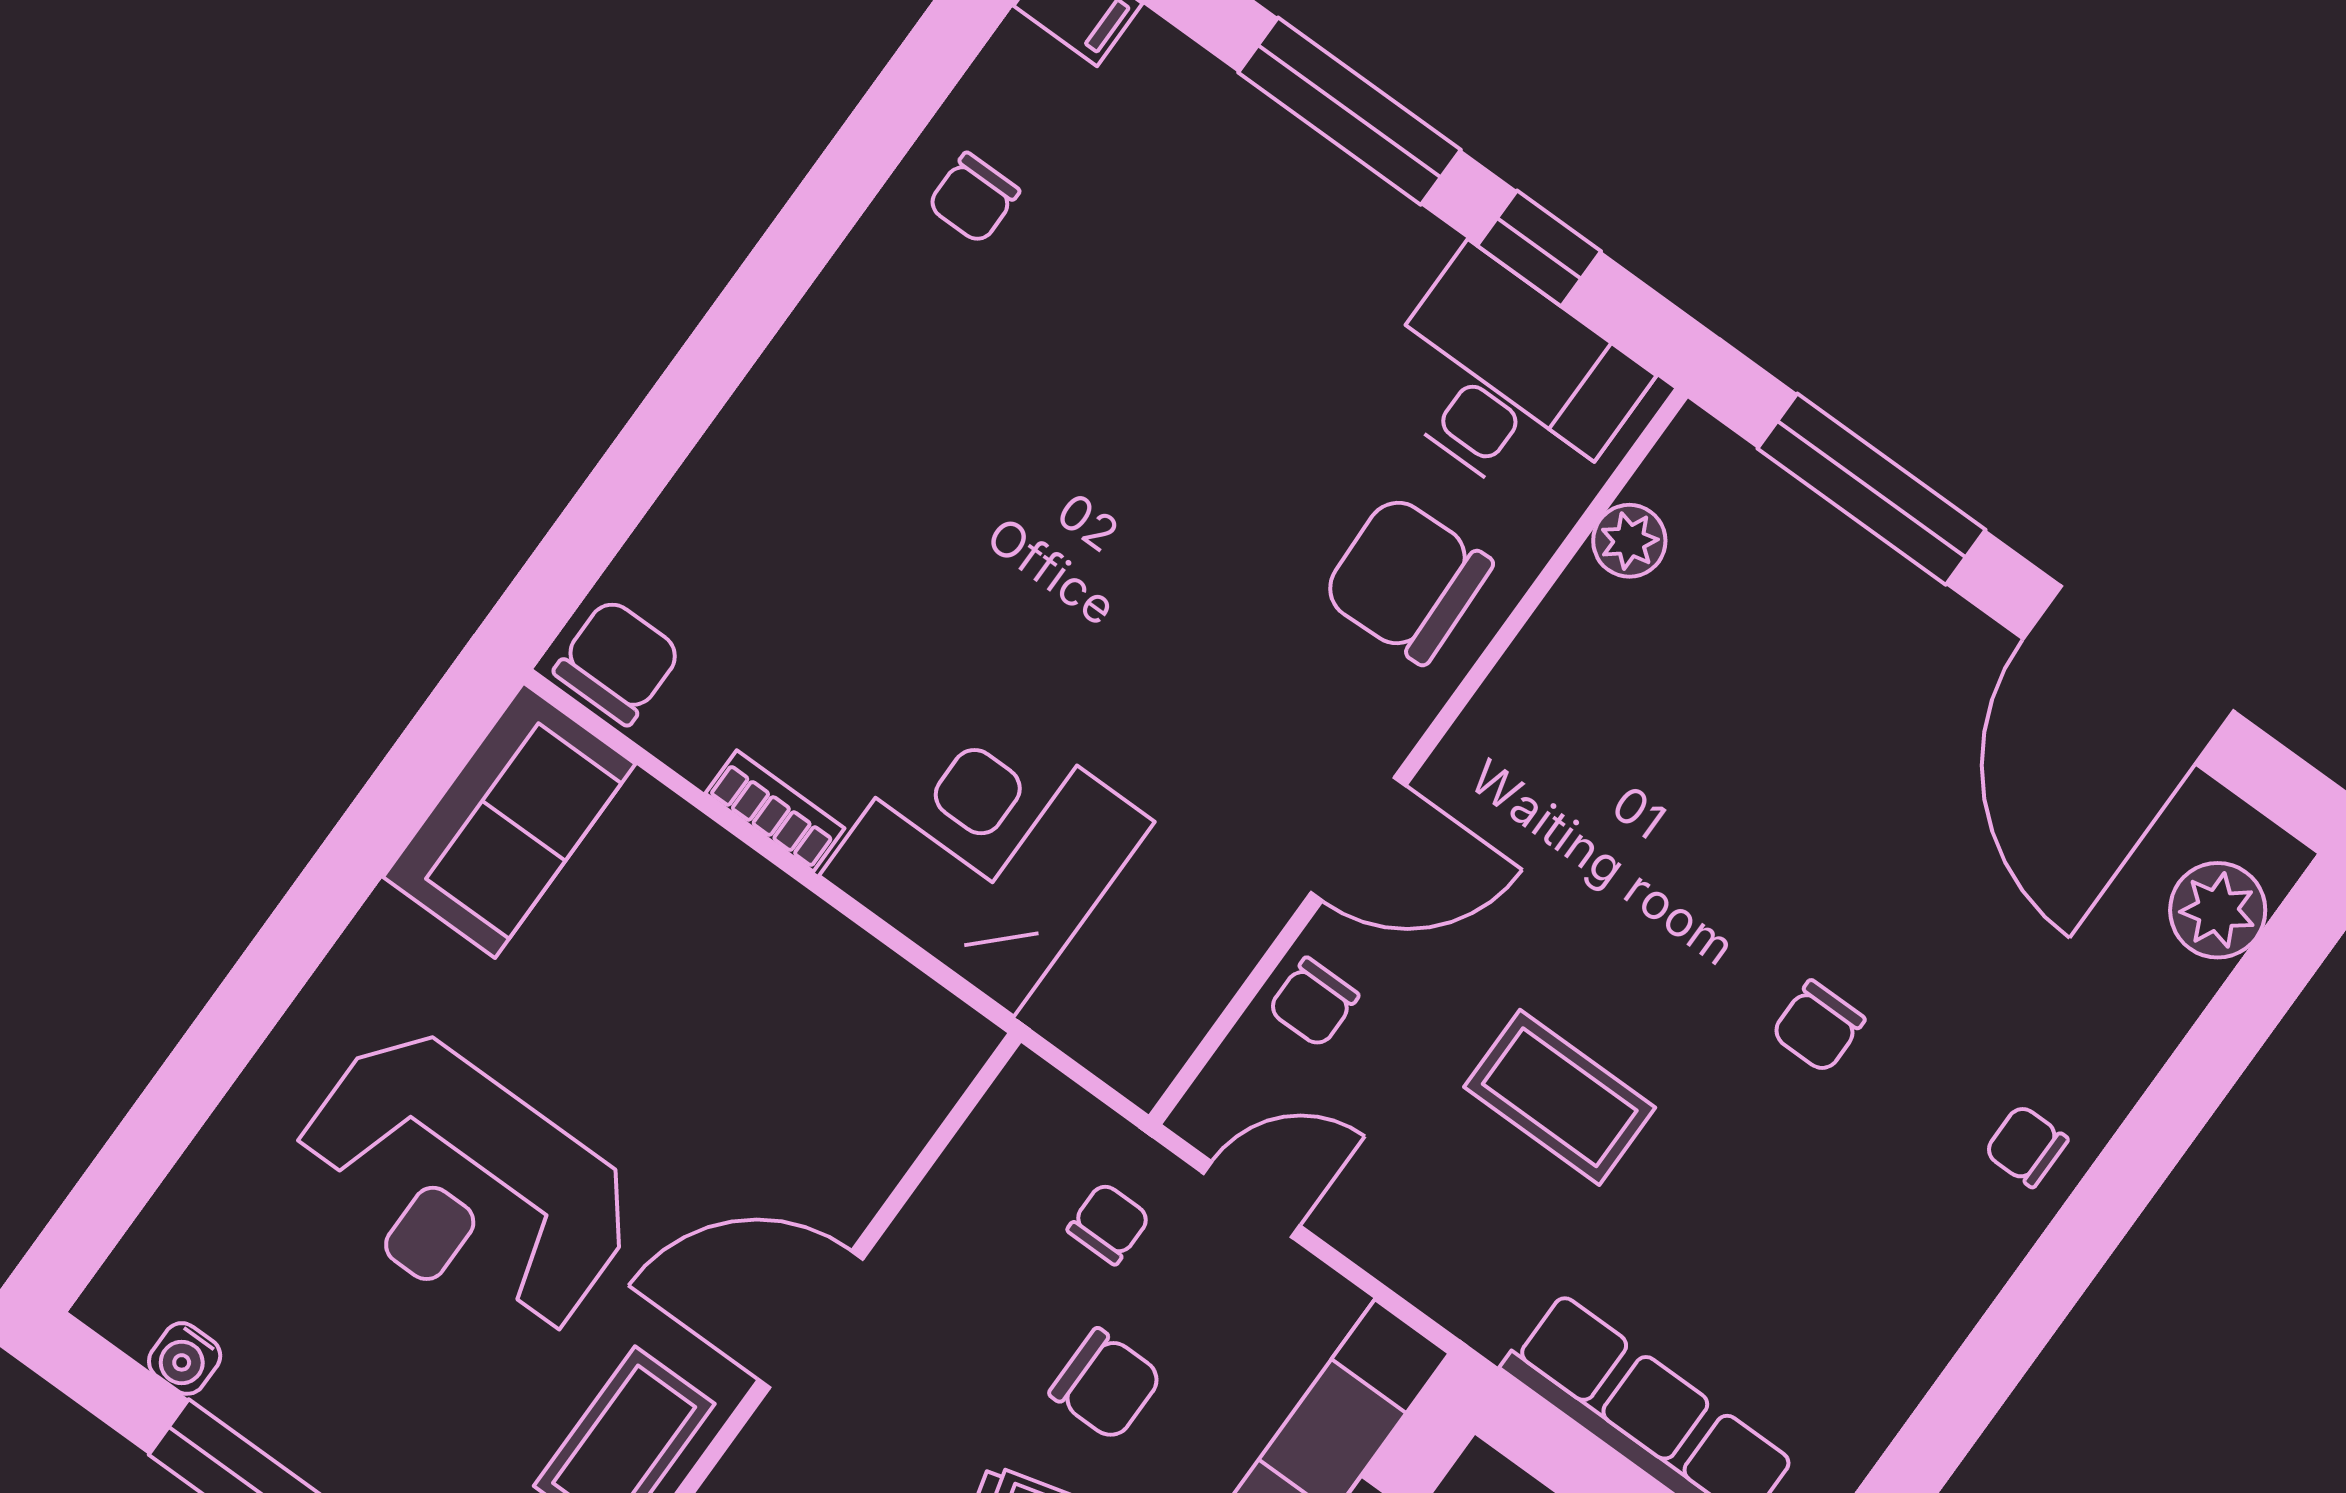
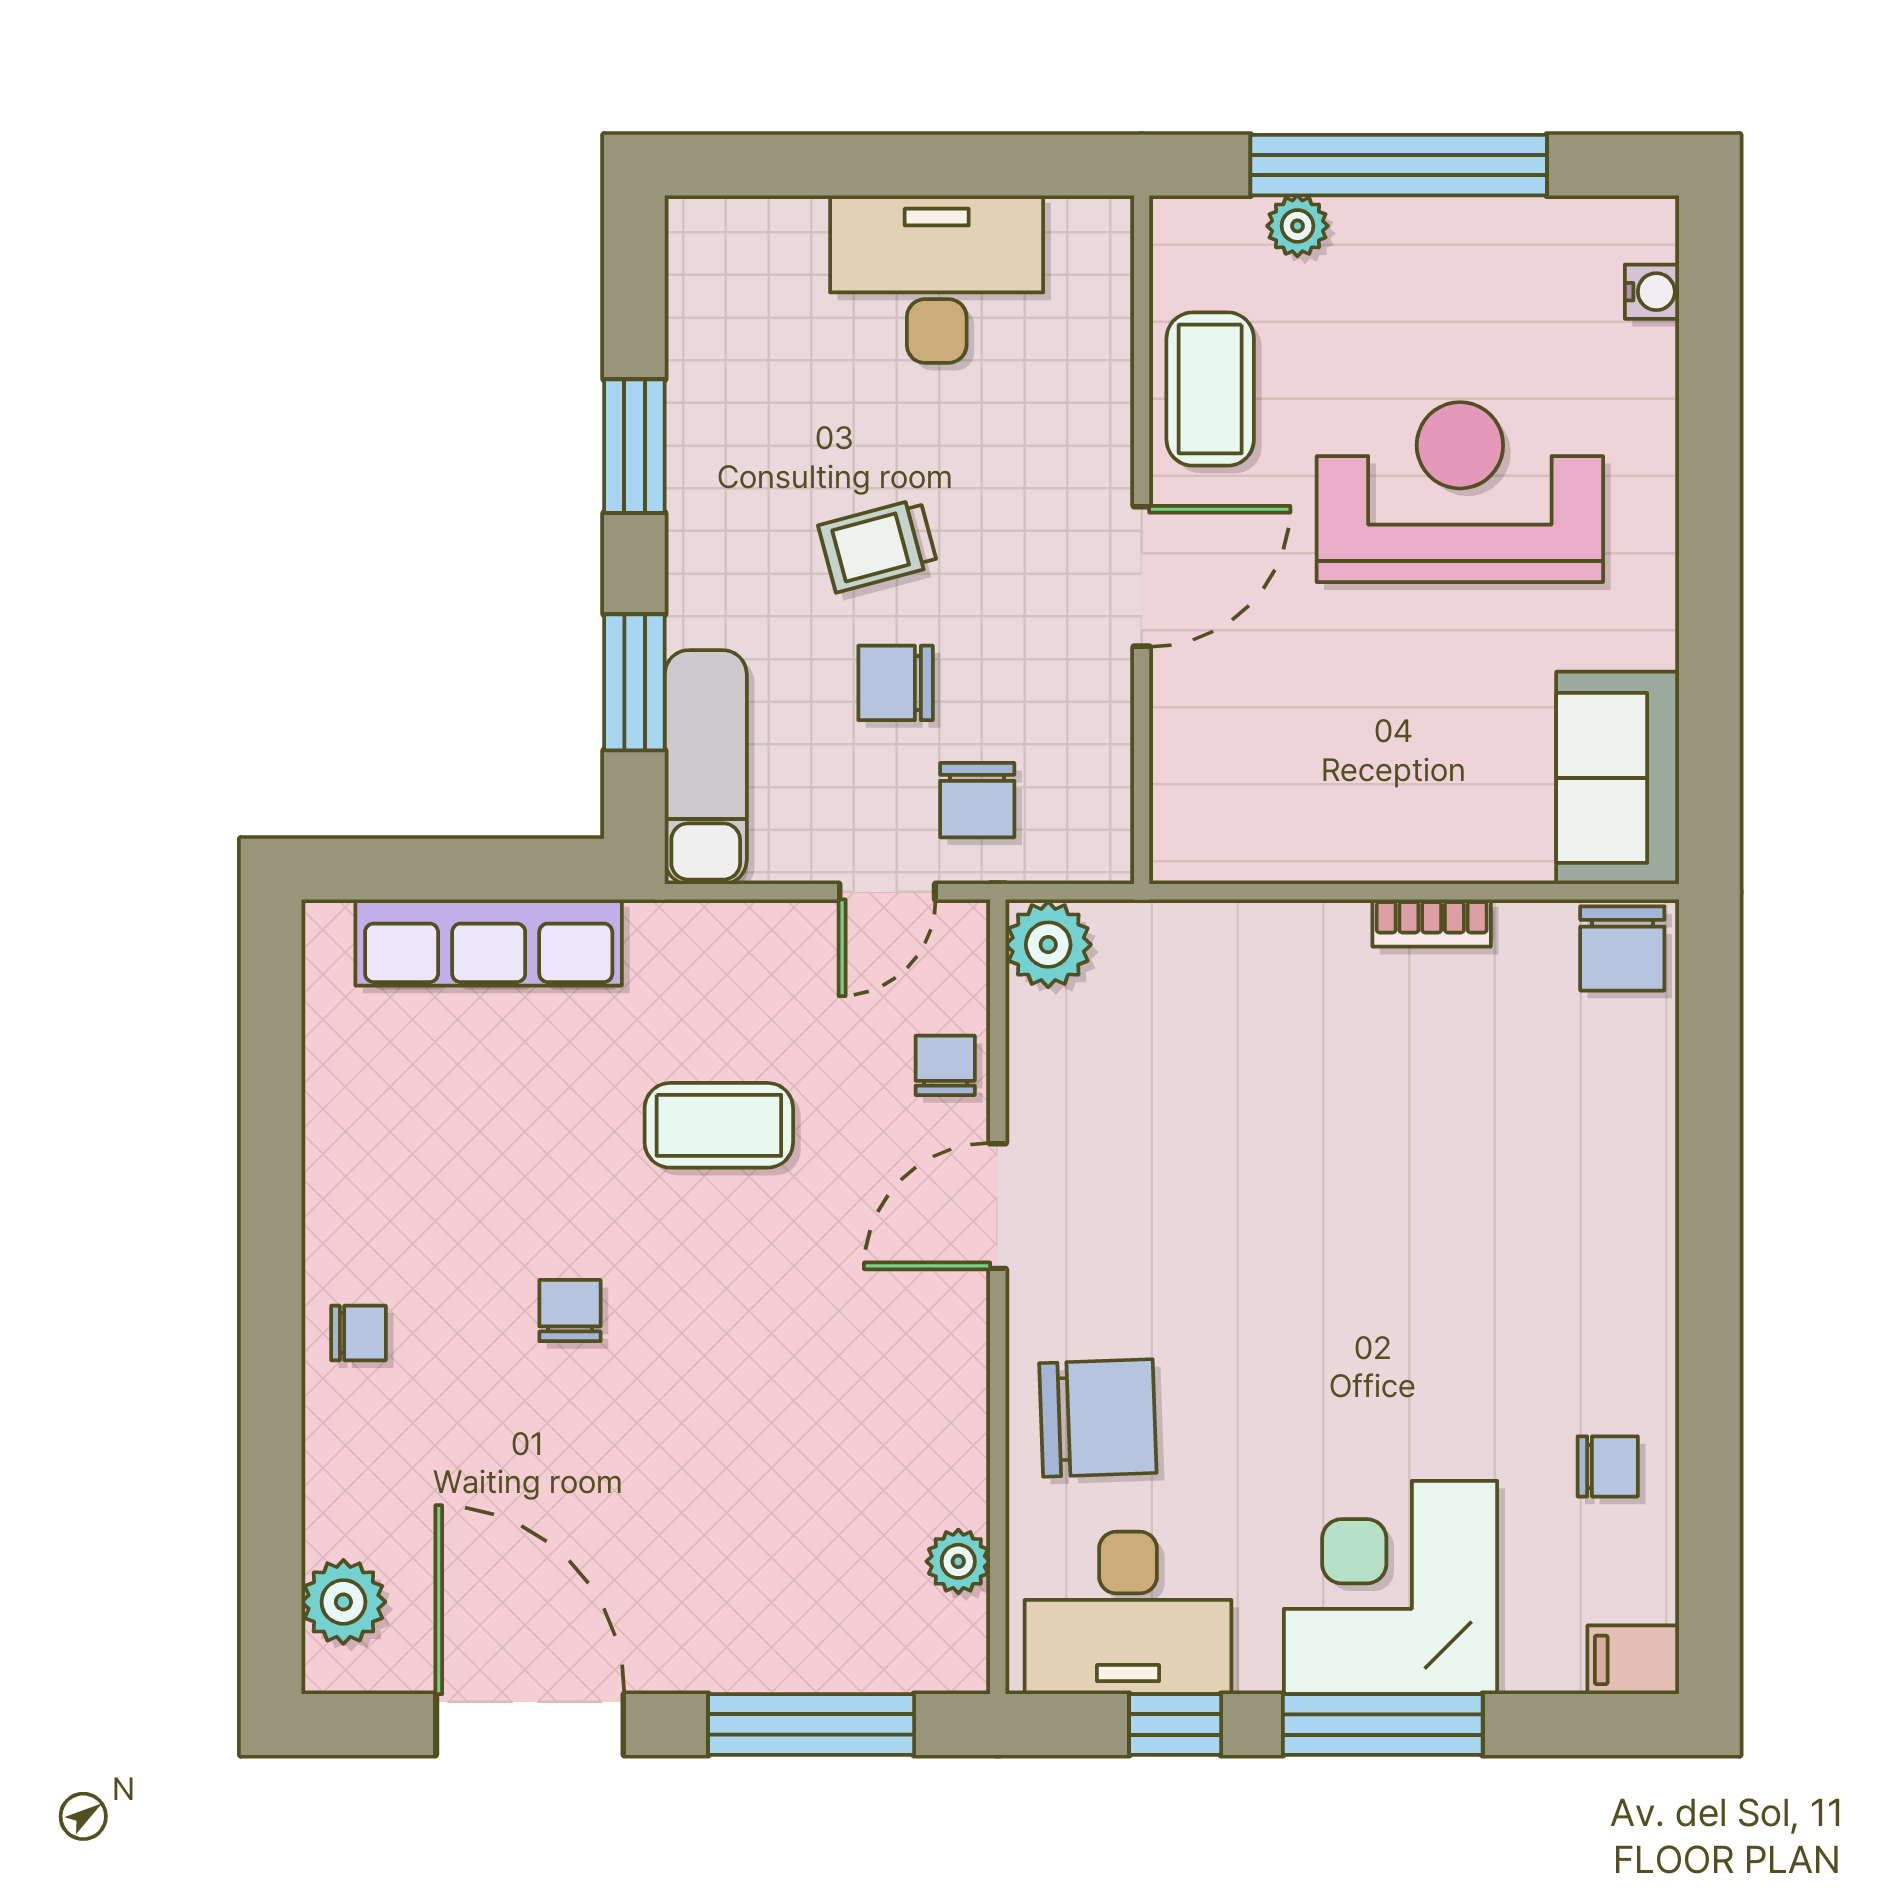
chair: (973, 198) -> (1608, 1466), turned 90
corner desk: (987, 849) -> (1391, 1588), moved, turned 180
plant: (1139, 1045) -> (1048, 945), added
chair: (1109, 1223) -> (977, 800), width x1.37, depth x1.37
water cooler: (185, 1358) -> (1652, 292), moved, turned 90

